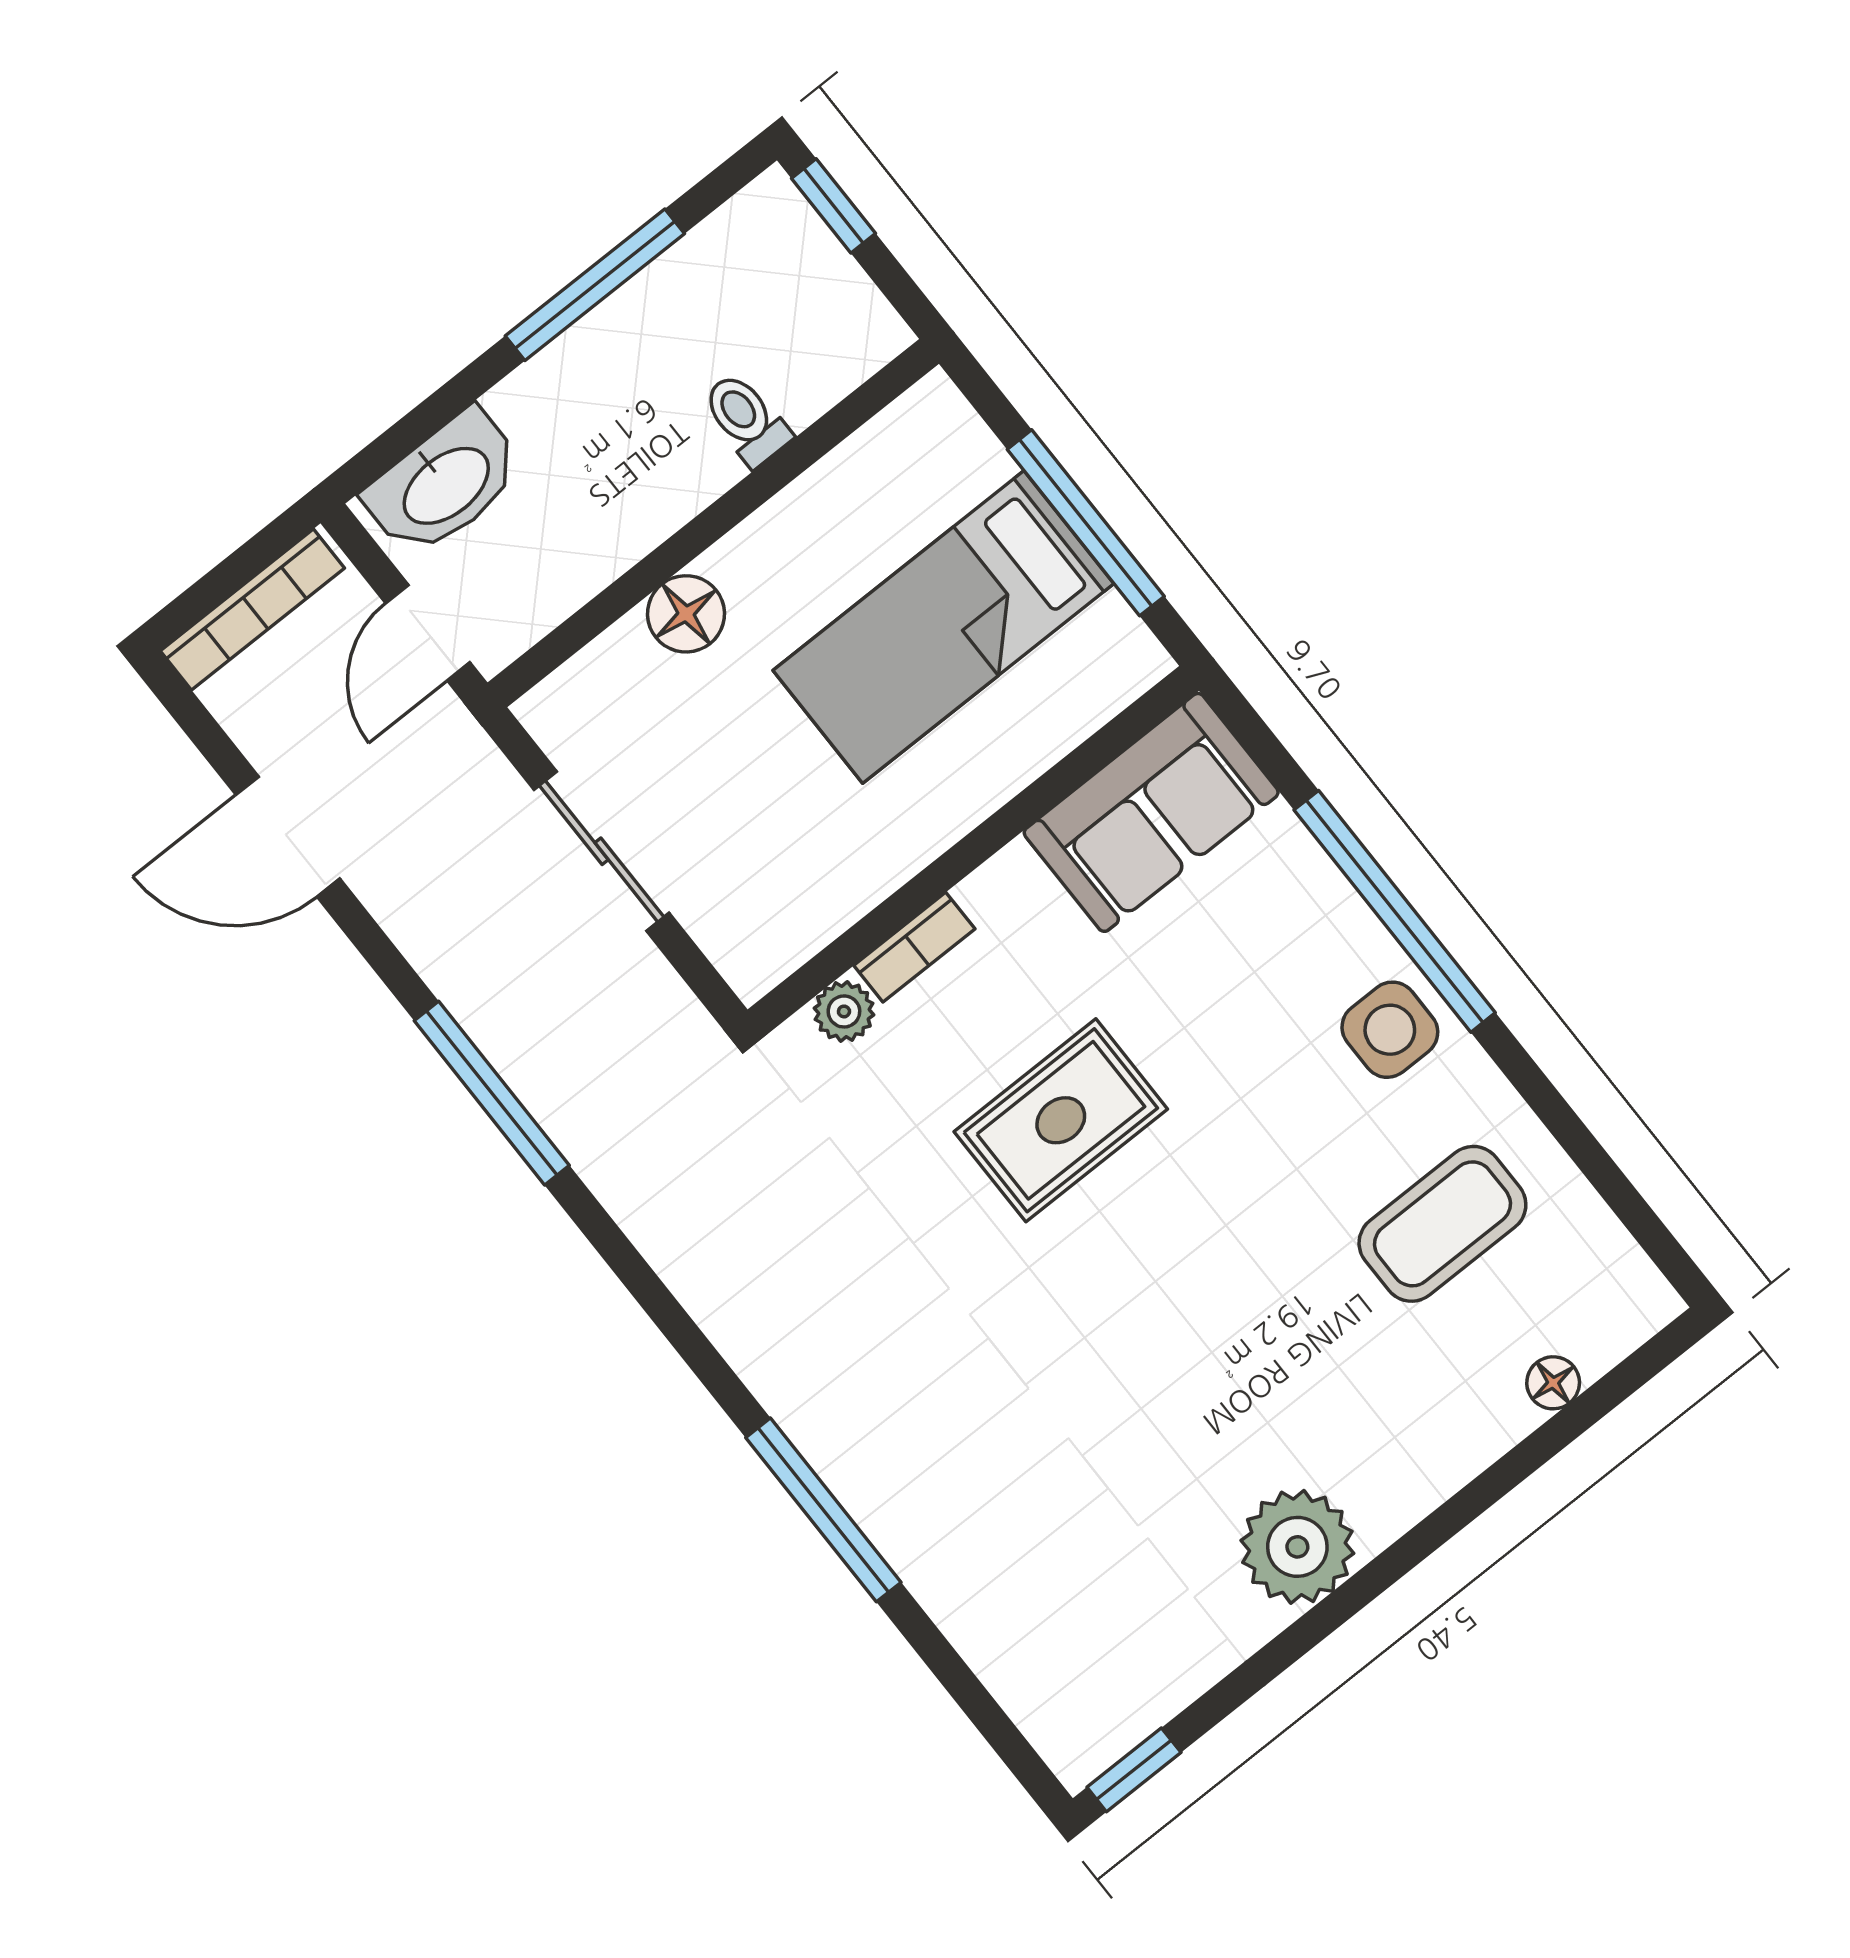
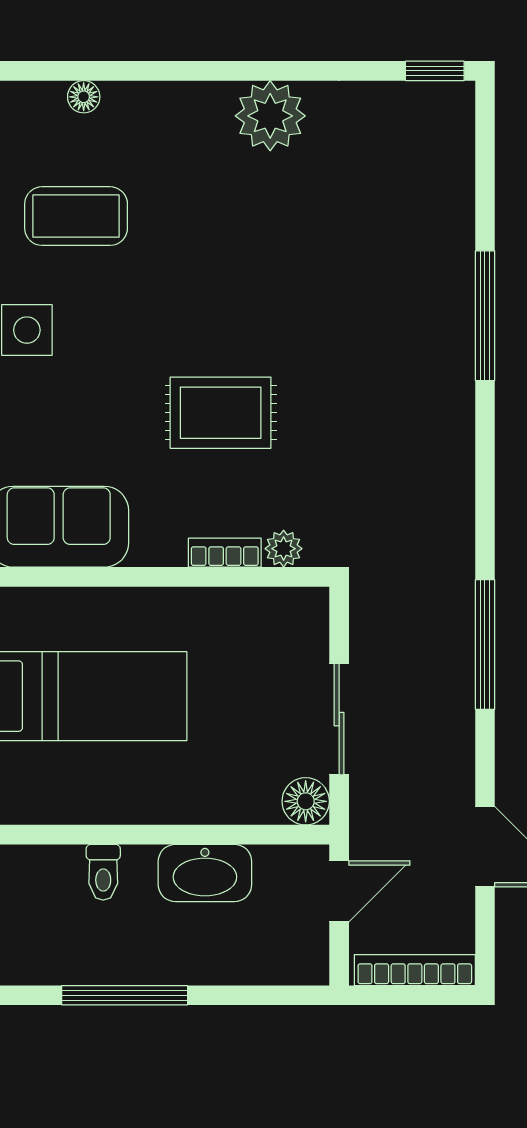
washbasin: (445, 484) -> (205, 873), moved, turned 180
floor lamp: (686, 614) -> (306, 801), moved

